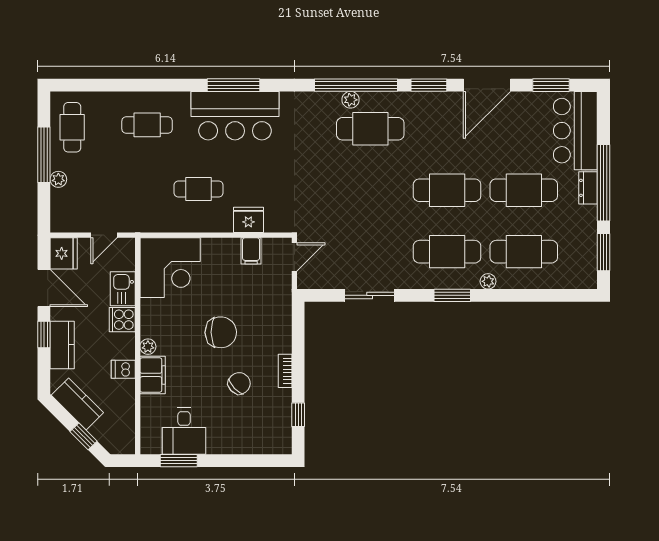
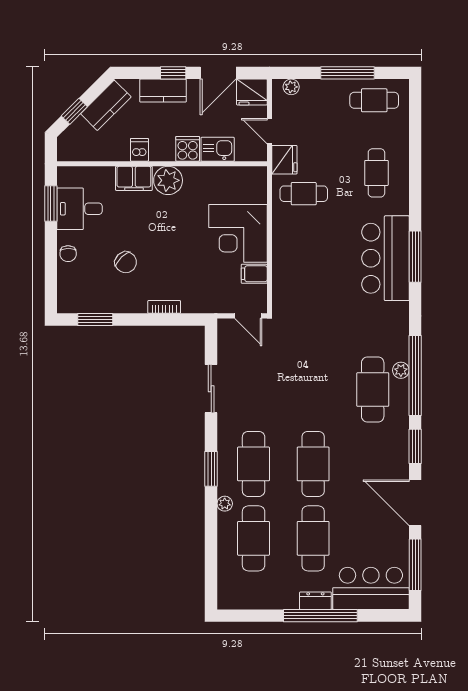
window: (551, 85) -> (415, 565), width x1.44
plant: (58, 179) -> (291, 87), moved
cafe table: (199, 189) -> (304, 194), moved, turned 90
fridge: (248, 220) -> (284, 160), moved
window: (603, 252) -> (253, 616), removed
corner desk: (170, 268) -> (238, 233), moved
chair: (221, 332) -> (68, 254), moved, width x0.54, depth x0.54
plant: (148, 347) -> (168, 180), width x1.88, depth x1.88
bookcase: (285, 371) -> (164, 307), moved
window: (298, 415) -> (95, 320), width x1.50

